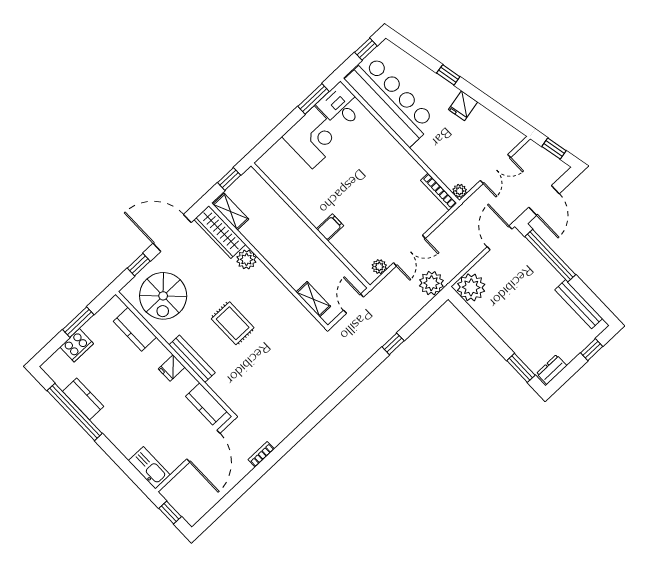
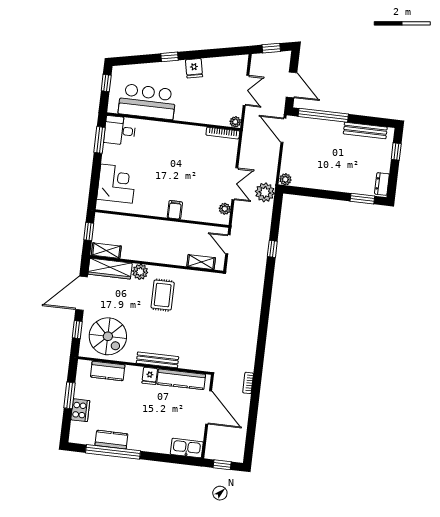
bar counter: (391, 100) -> (147, 102), width x0.73
corner desk: (313, 137) -> (117, 184), moved
plant: (471, 287) -> (285, 179), width x0.53, depth x0.53
rug: (233, 323) -> (163, 295), moved, turned 90
kitchen counter: (206, 404) -> (181, 379), width x1.50

